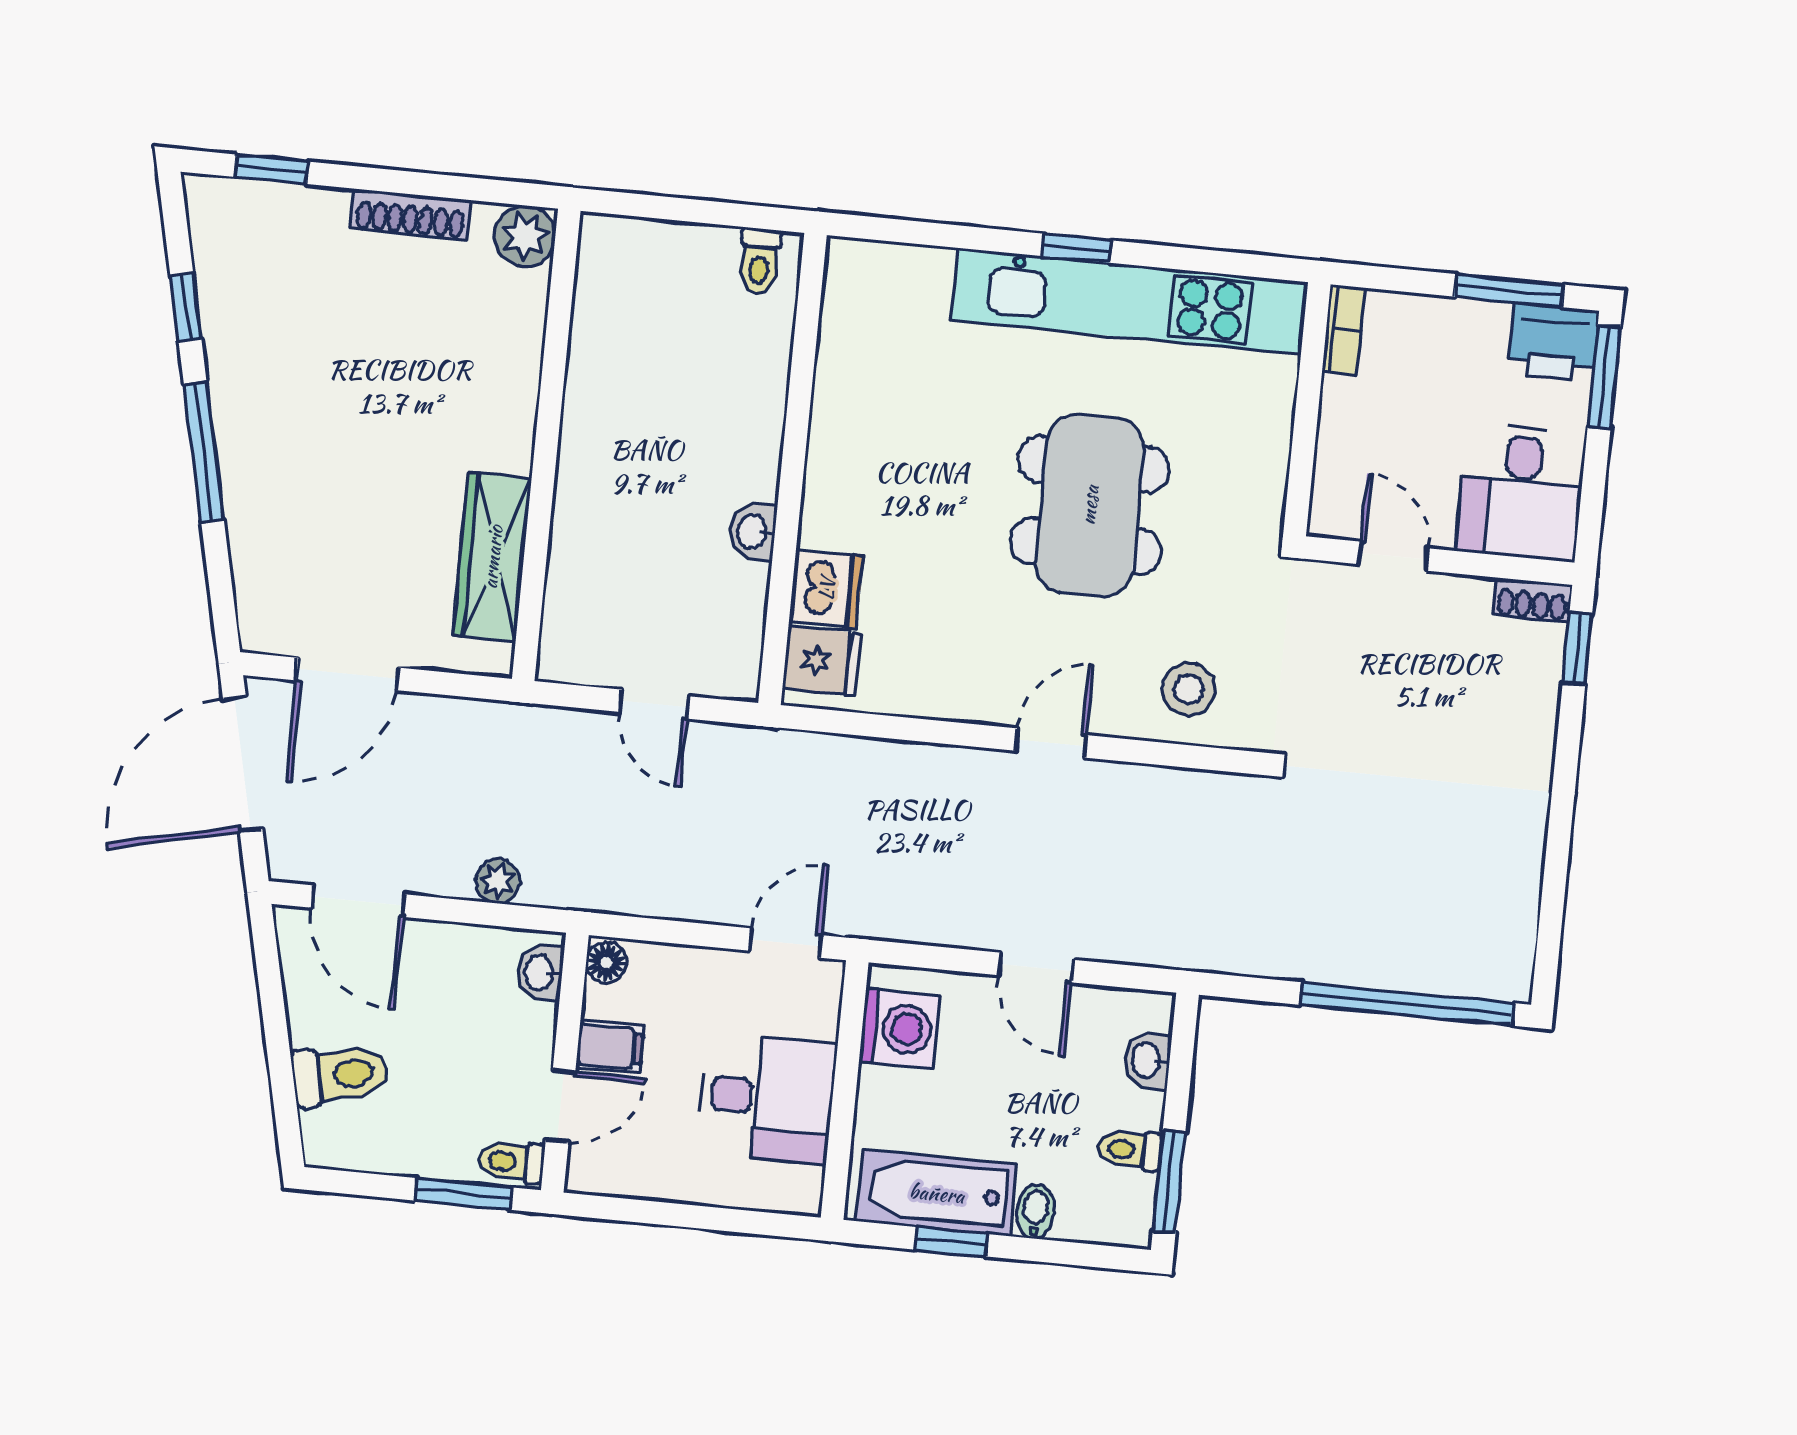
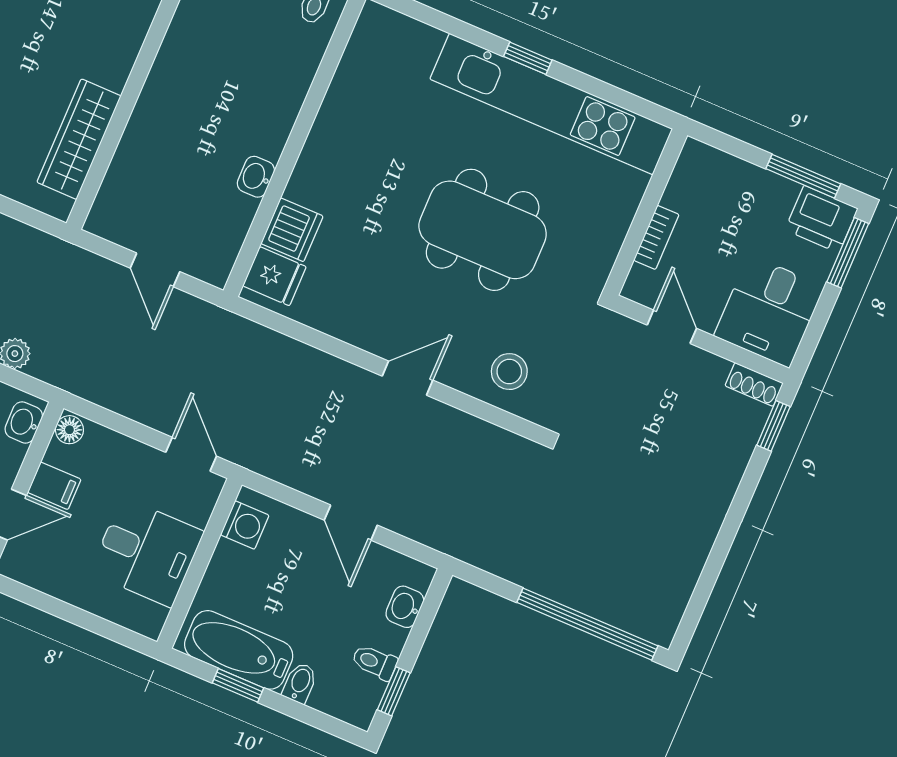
bookcase: (1344, 330) -> (656, 237), moved
dining table: (1089, 505) -> (483, 230), turned 90
door: (785, 943) -> (191, 454), hinge flipped
washing machine: (899, 1028) -> (245, 525), width x0.73, depth x0.73
window: (1169, 1182) -> (394, 691), width x0.67

